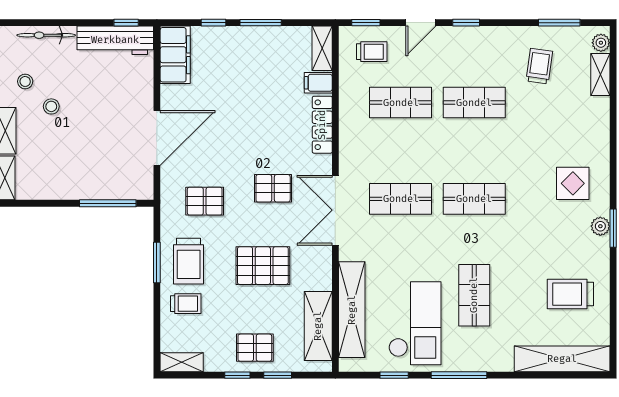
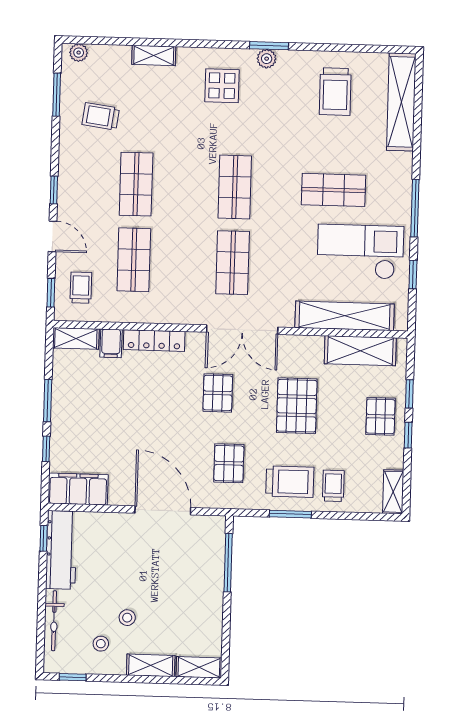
shelving: (600, 74) -> (154, 55), moved

